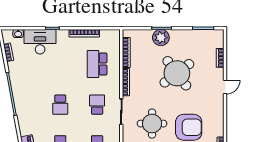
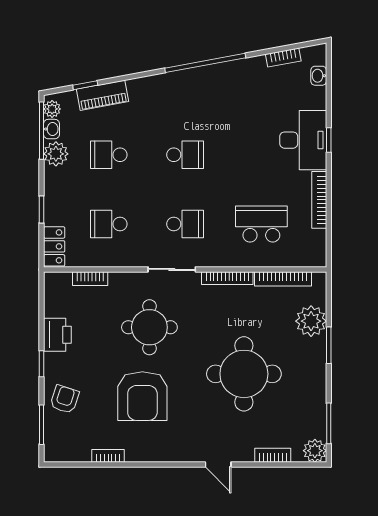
plant: (218, 36) -> (315, 451), added
plant: (161, 38) -> (311, 321), moved
desk: (40, 42) -> (303, 140), moved
round table: (177, 73) -> (244, 374), turned 37
school desk: (60, 105) -> (185, 155), turned 180

